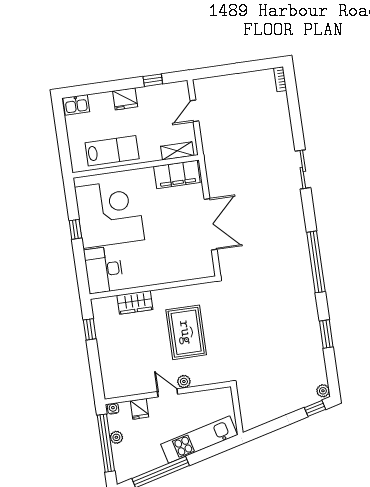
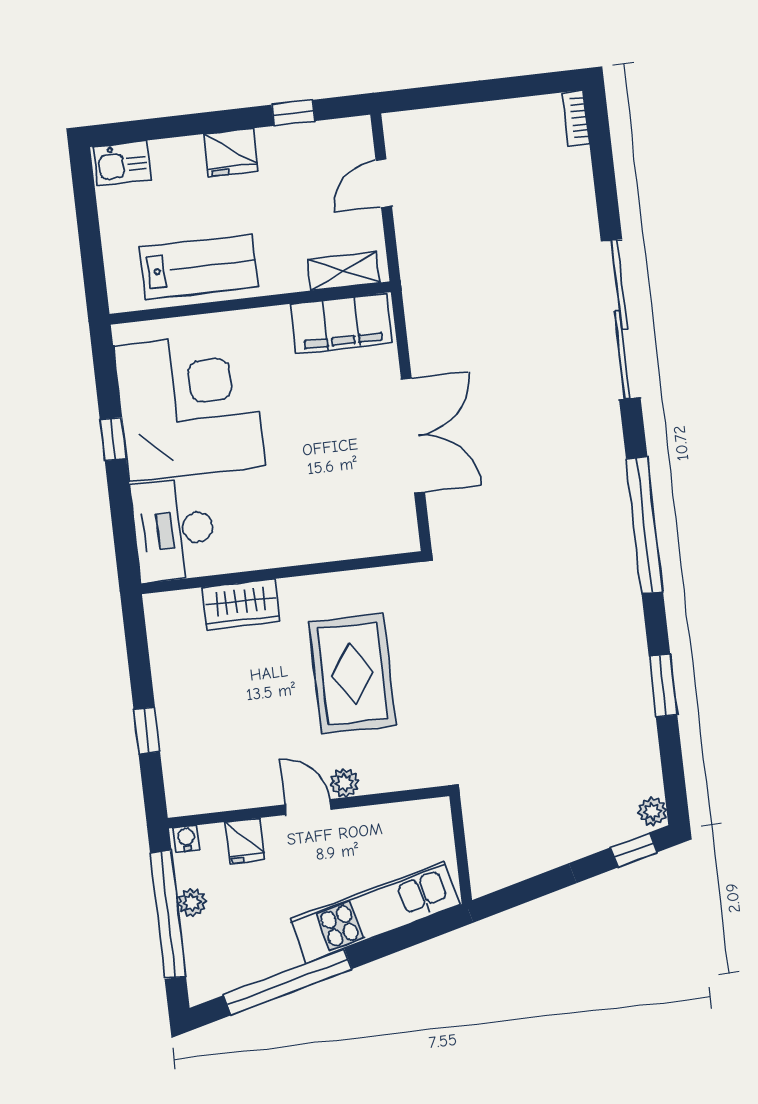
sliding door: (303, 169) -> (621, 319), width x1.86
window: (90, 329) -> (147, 731), moved

